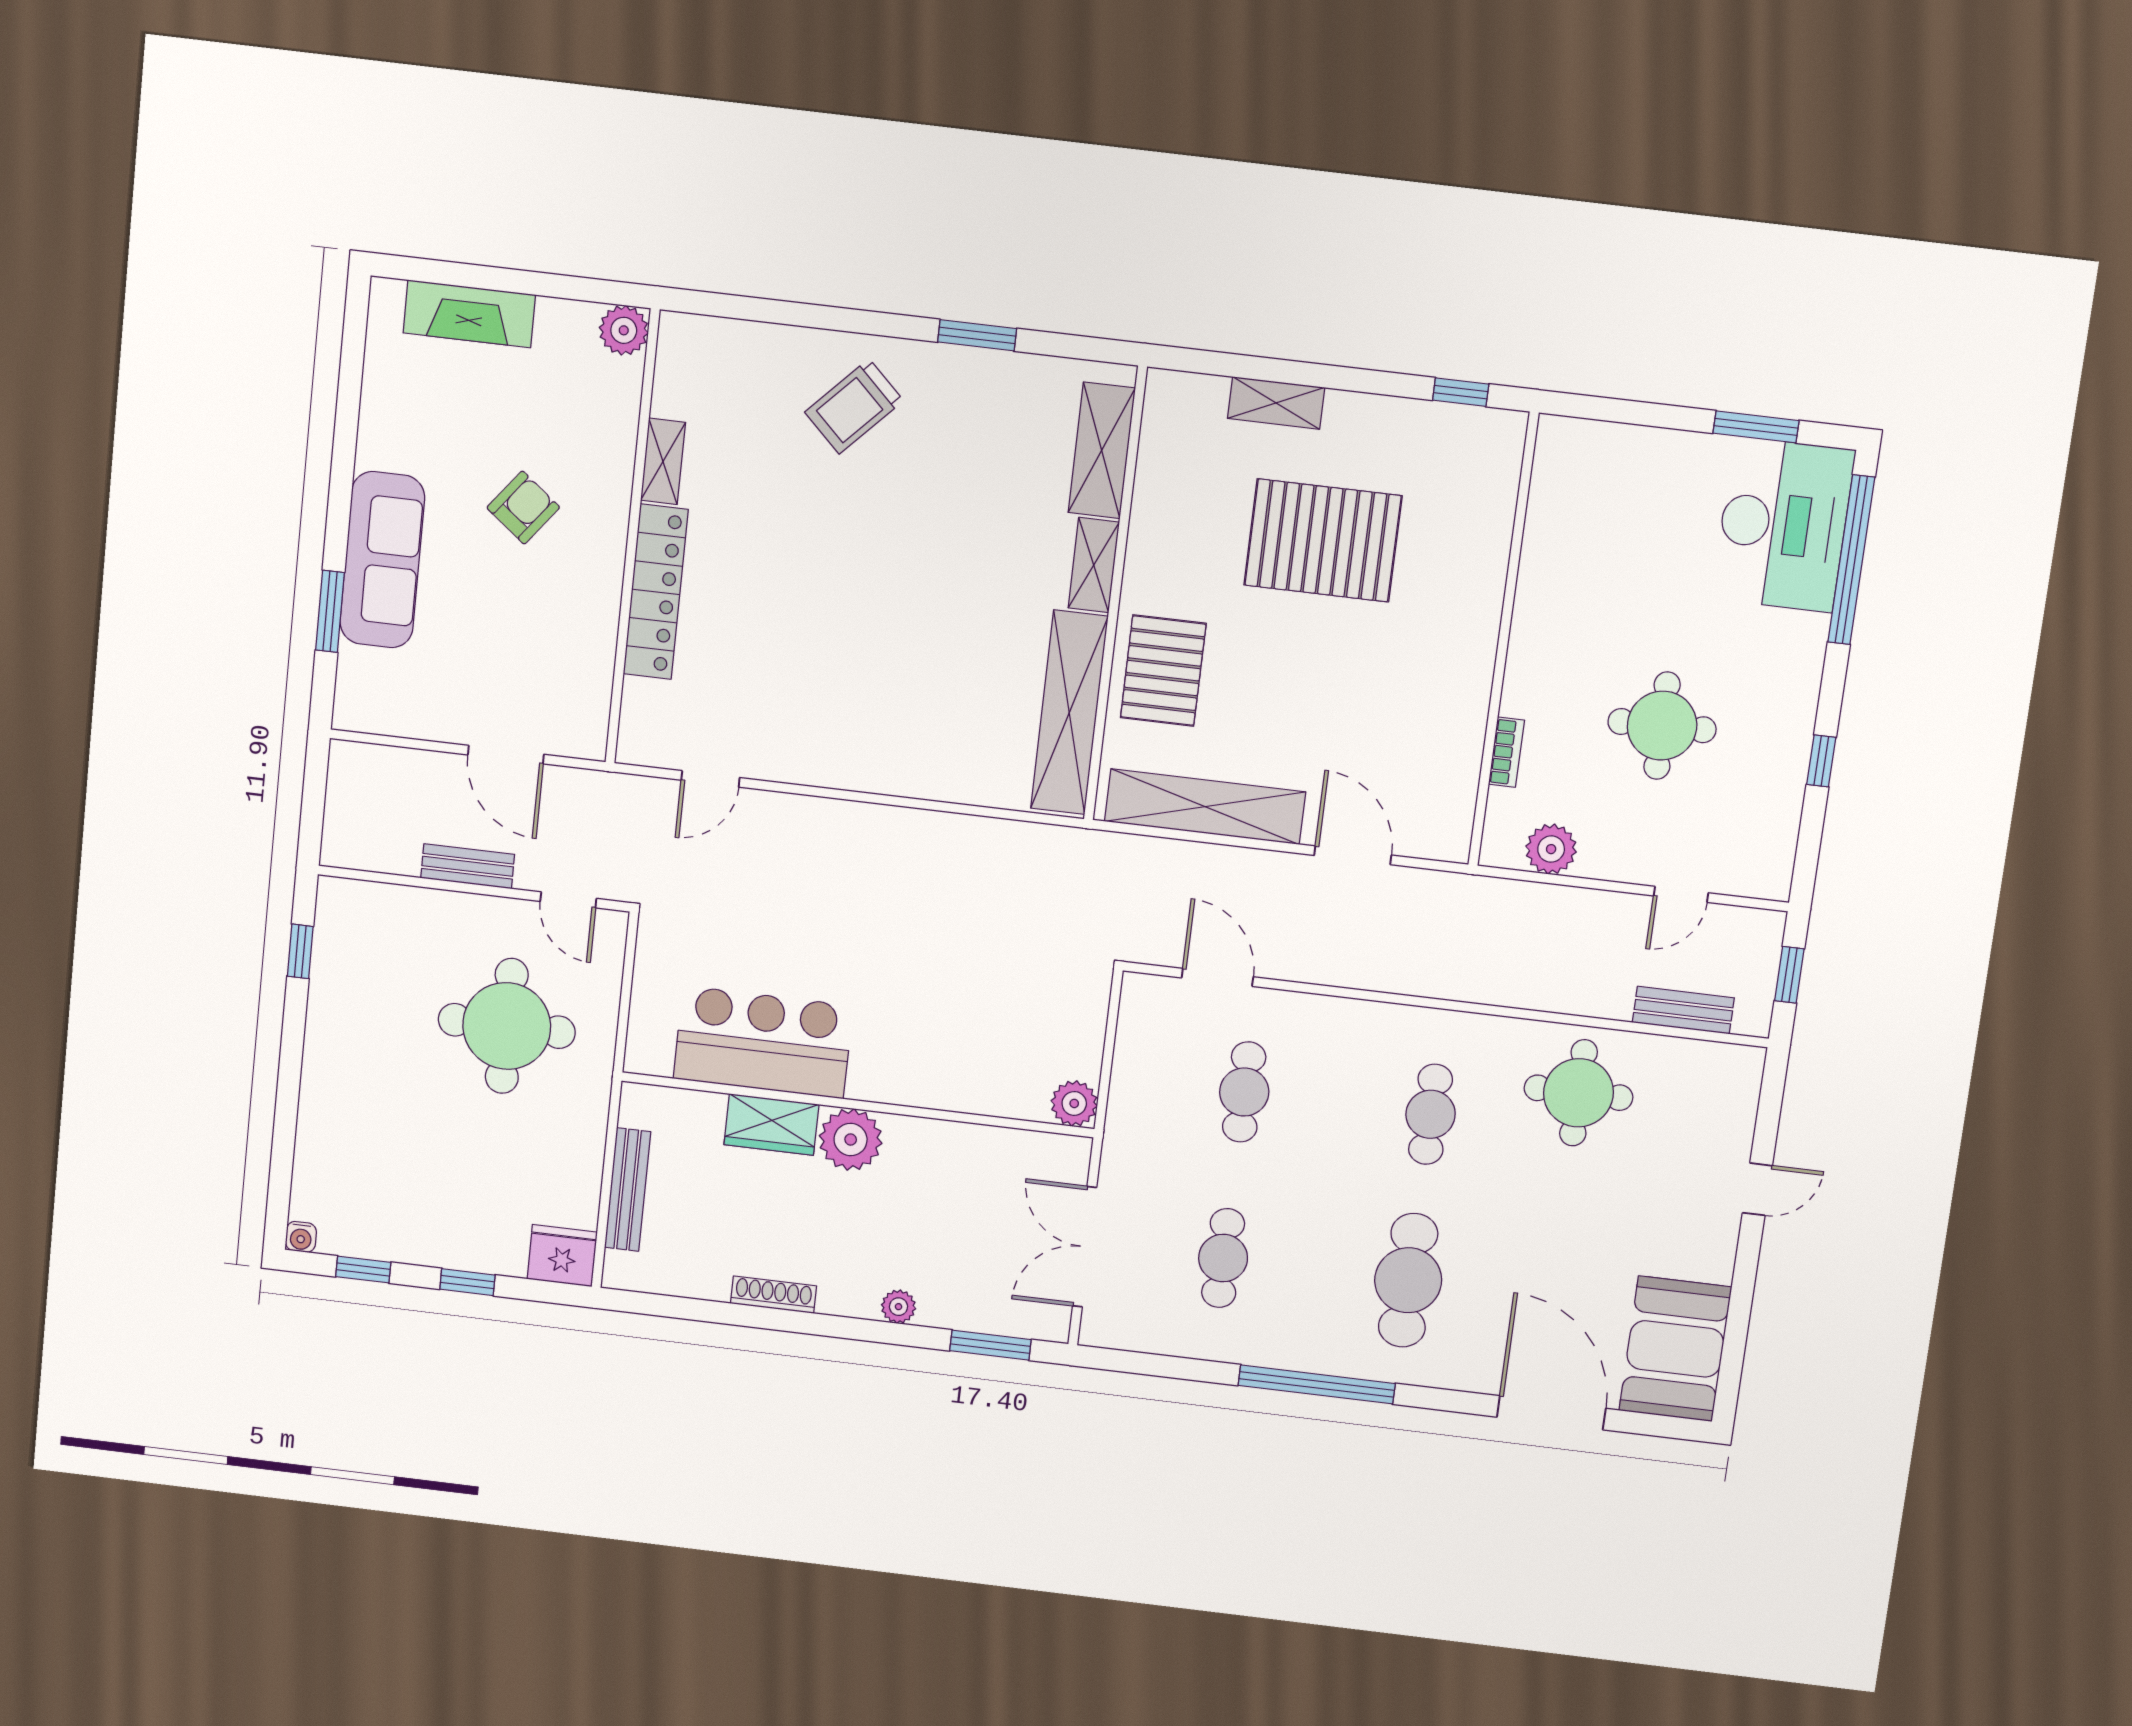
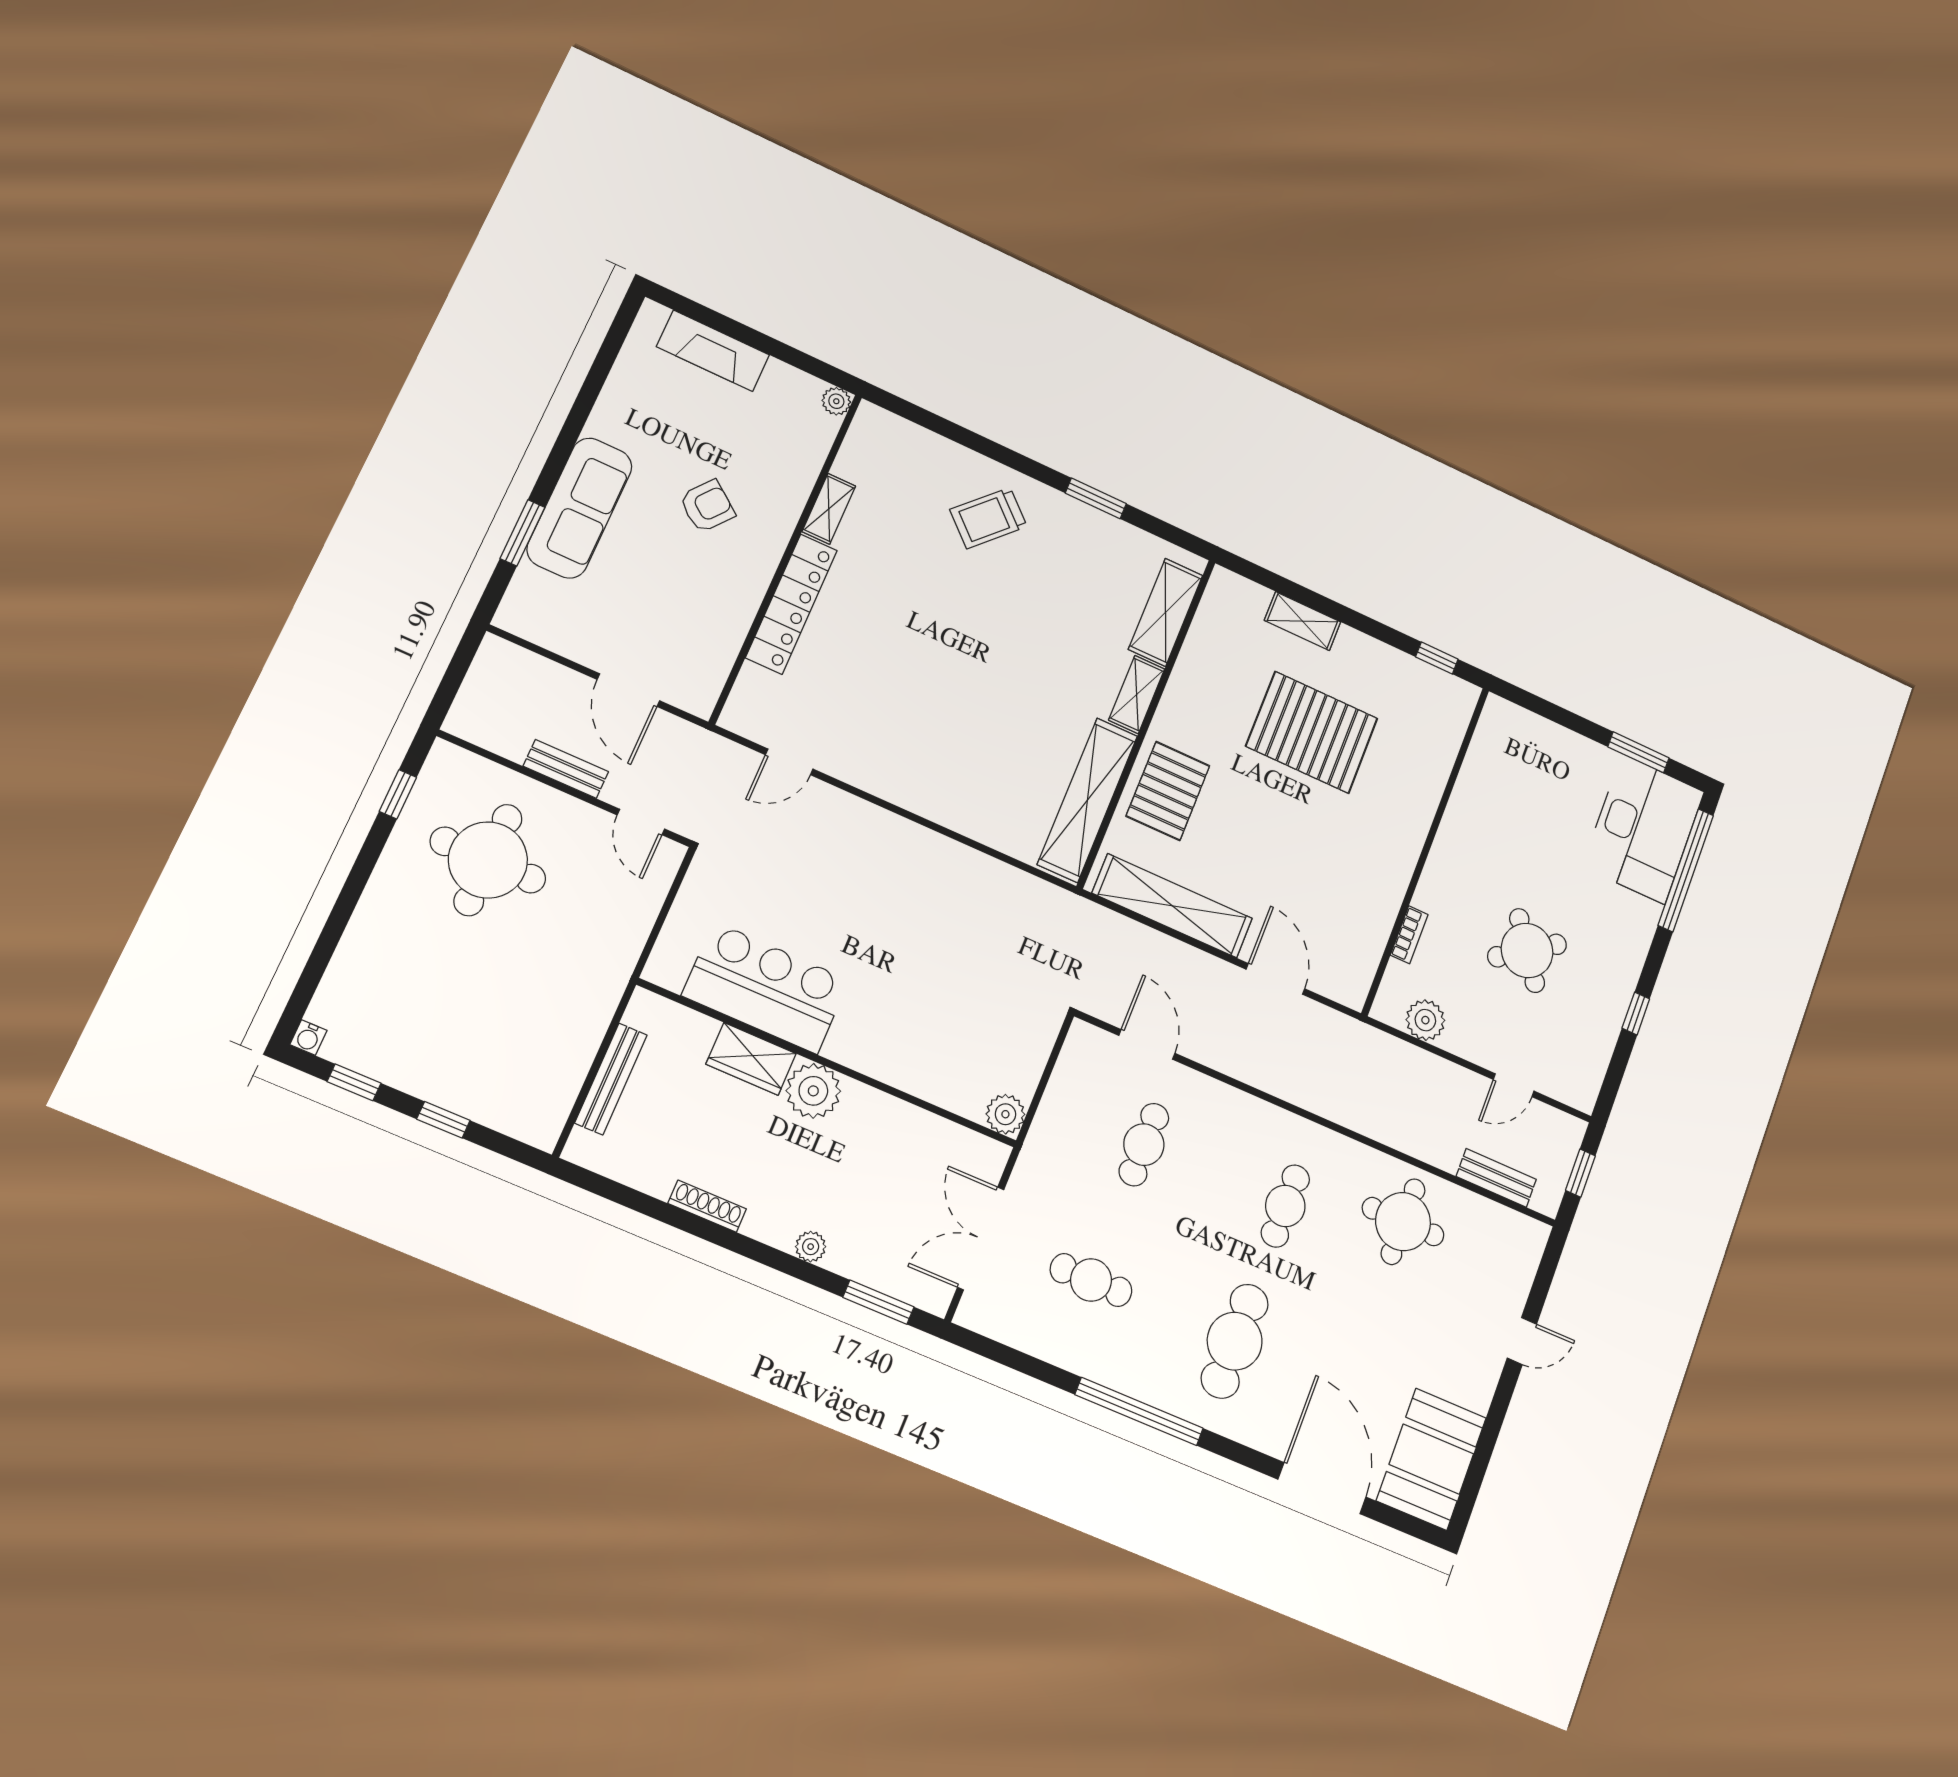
plant: (624, 330) -> (836, 401), width x0.73, depth x0.73
round table: (1662, 726) -> (1527, 951), turned -34
round table: (507, 1026) -> (488, 860), moved
fridge: (562, 1256) -> (535, 1120), removed
cafe table: (1223, 1258) -> (1091, 1280), turned 90

